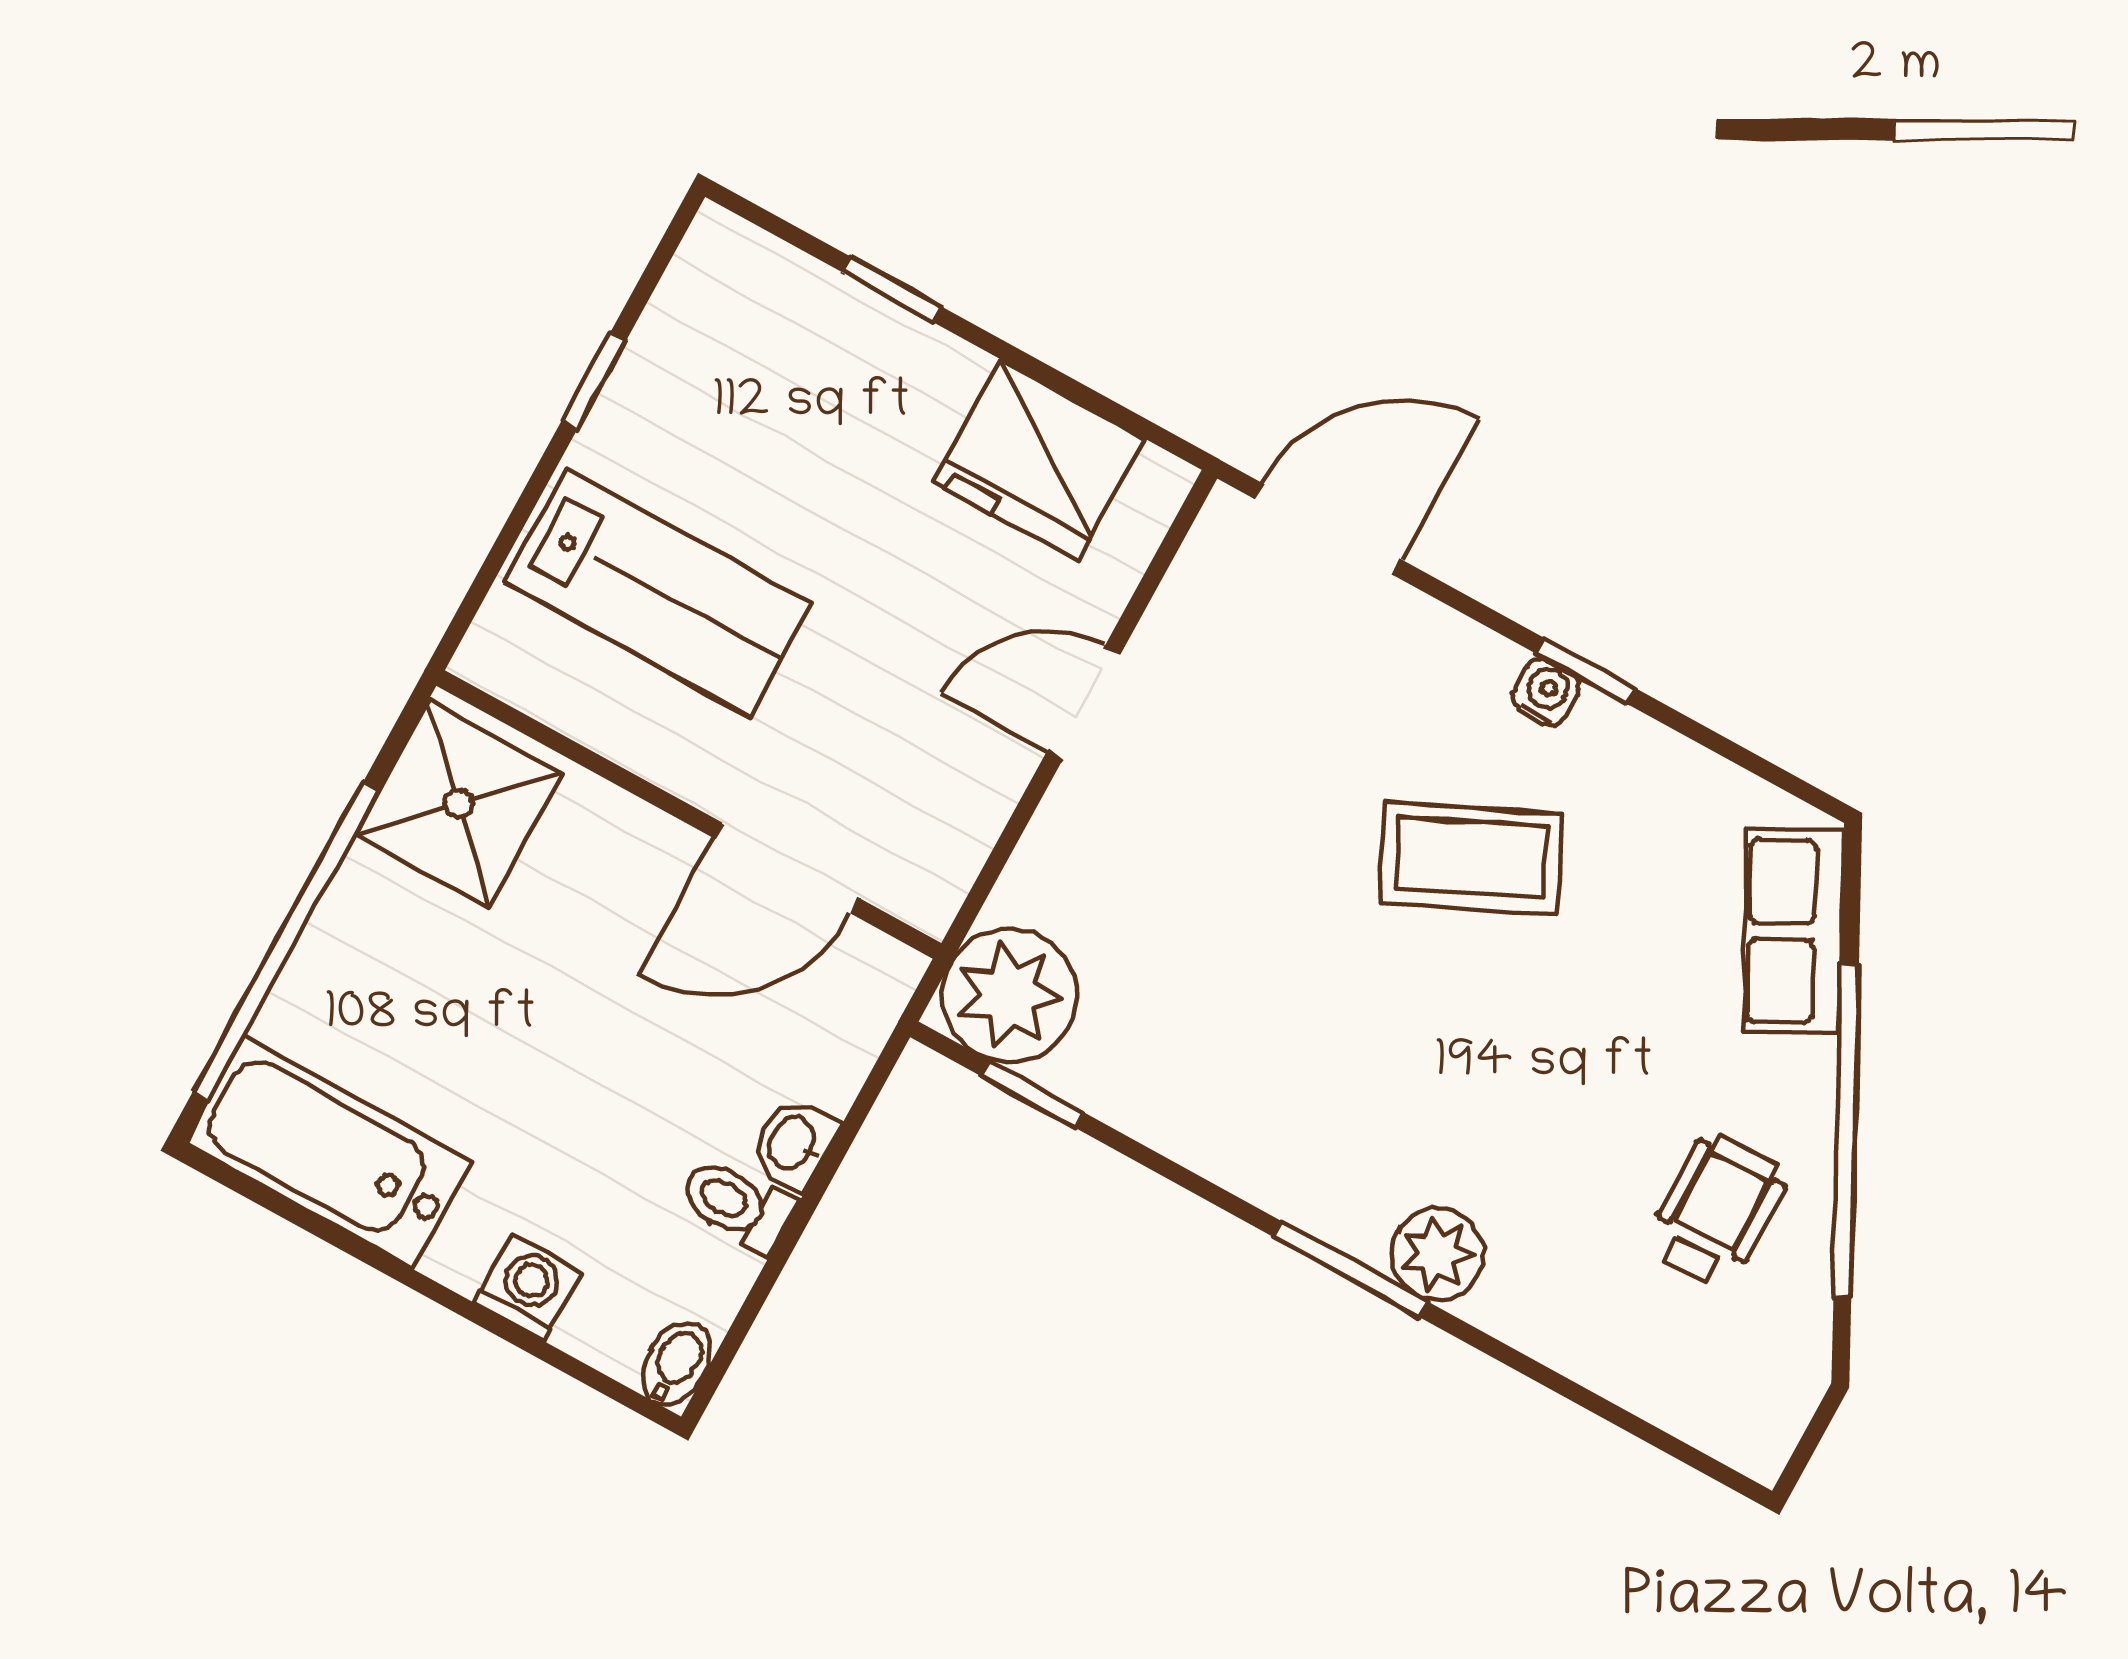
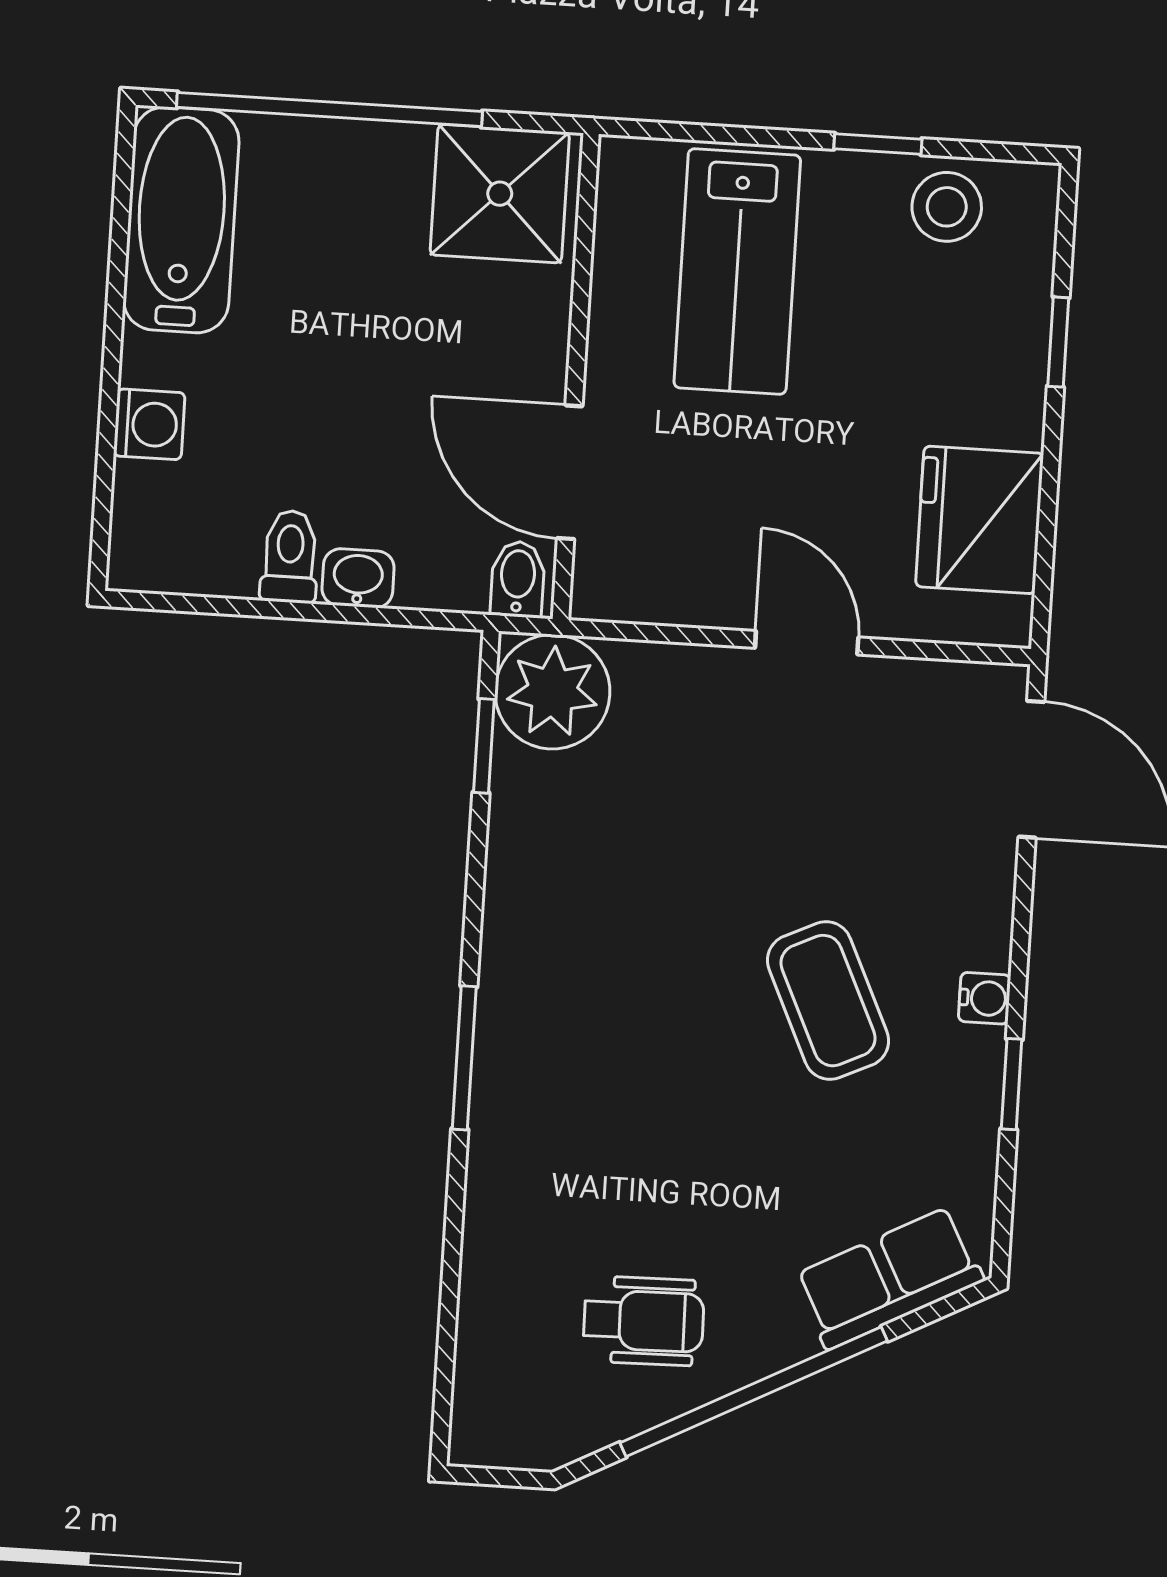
stool: (694, 340) -> (947, 207), added
window: (1585, 671) -> (1012, 1084), moved
plant: (1437, 1254) -> (508, 1119), removed
bidet: (676, 1364) -> (518, 579), moved, turned -90

